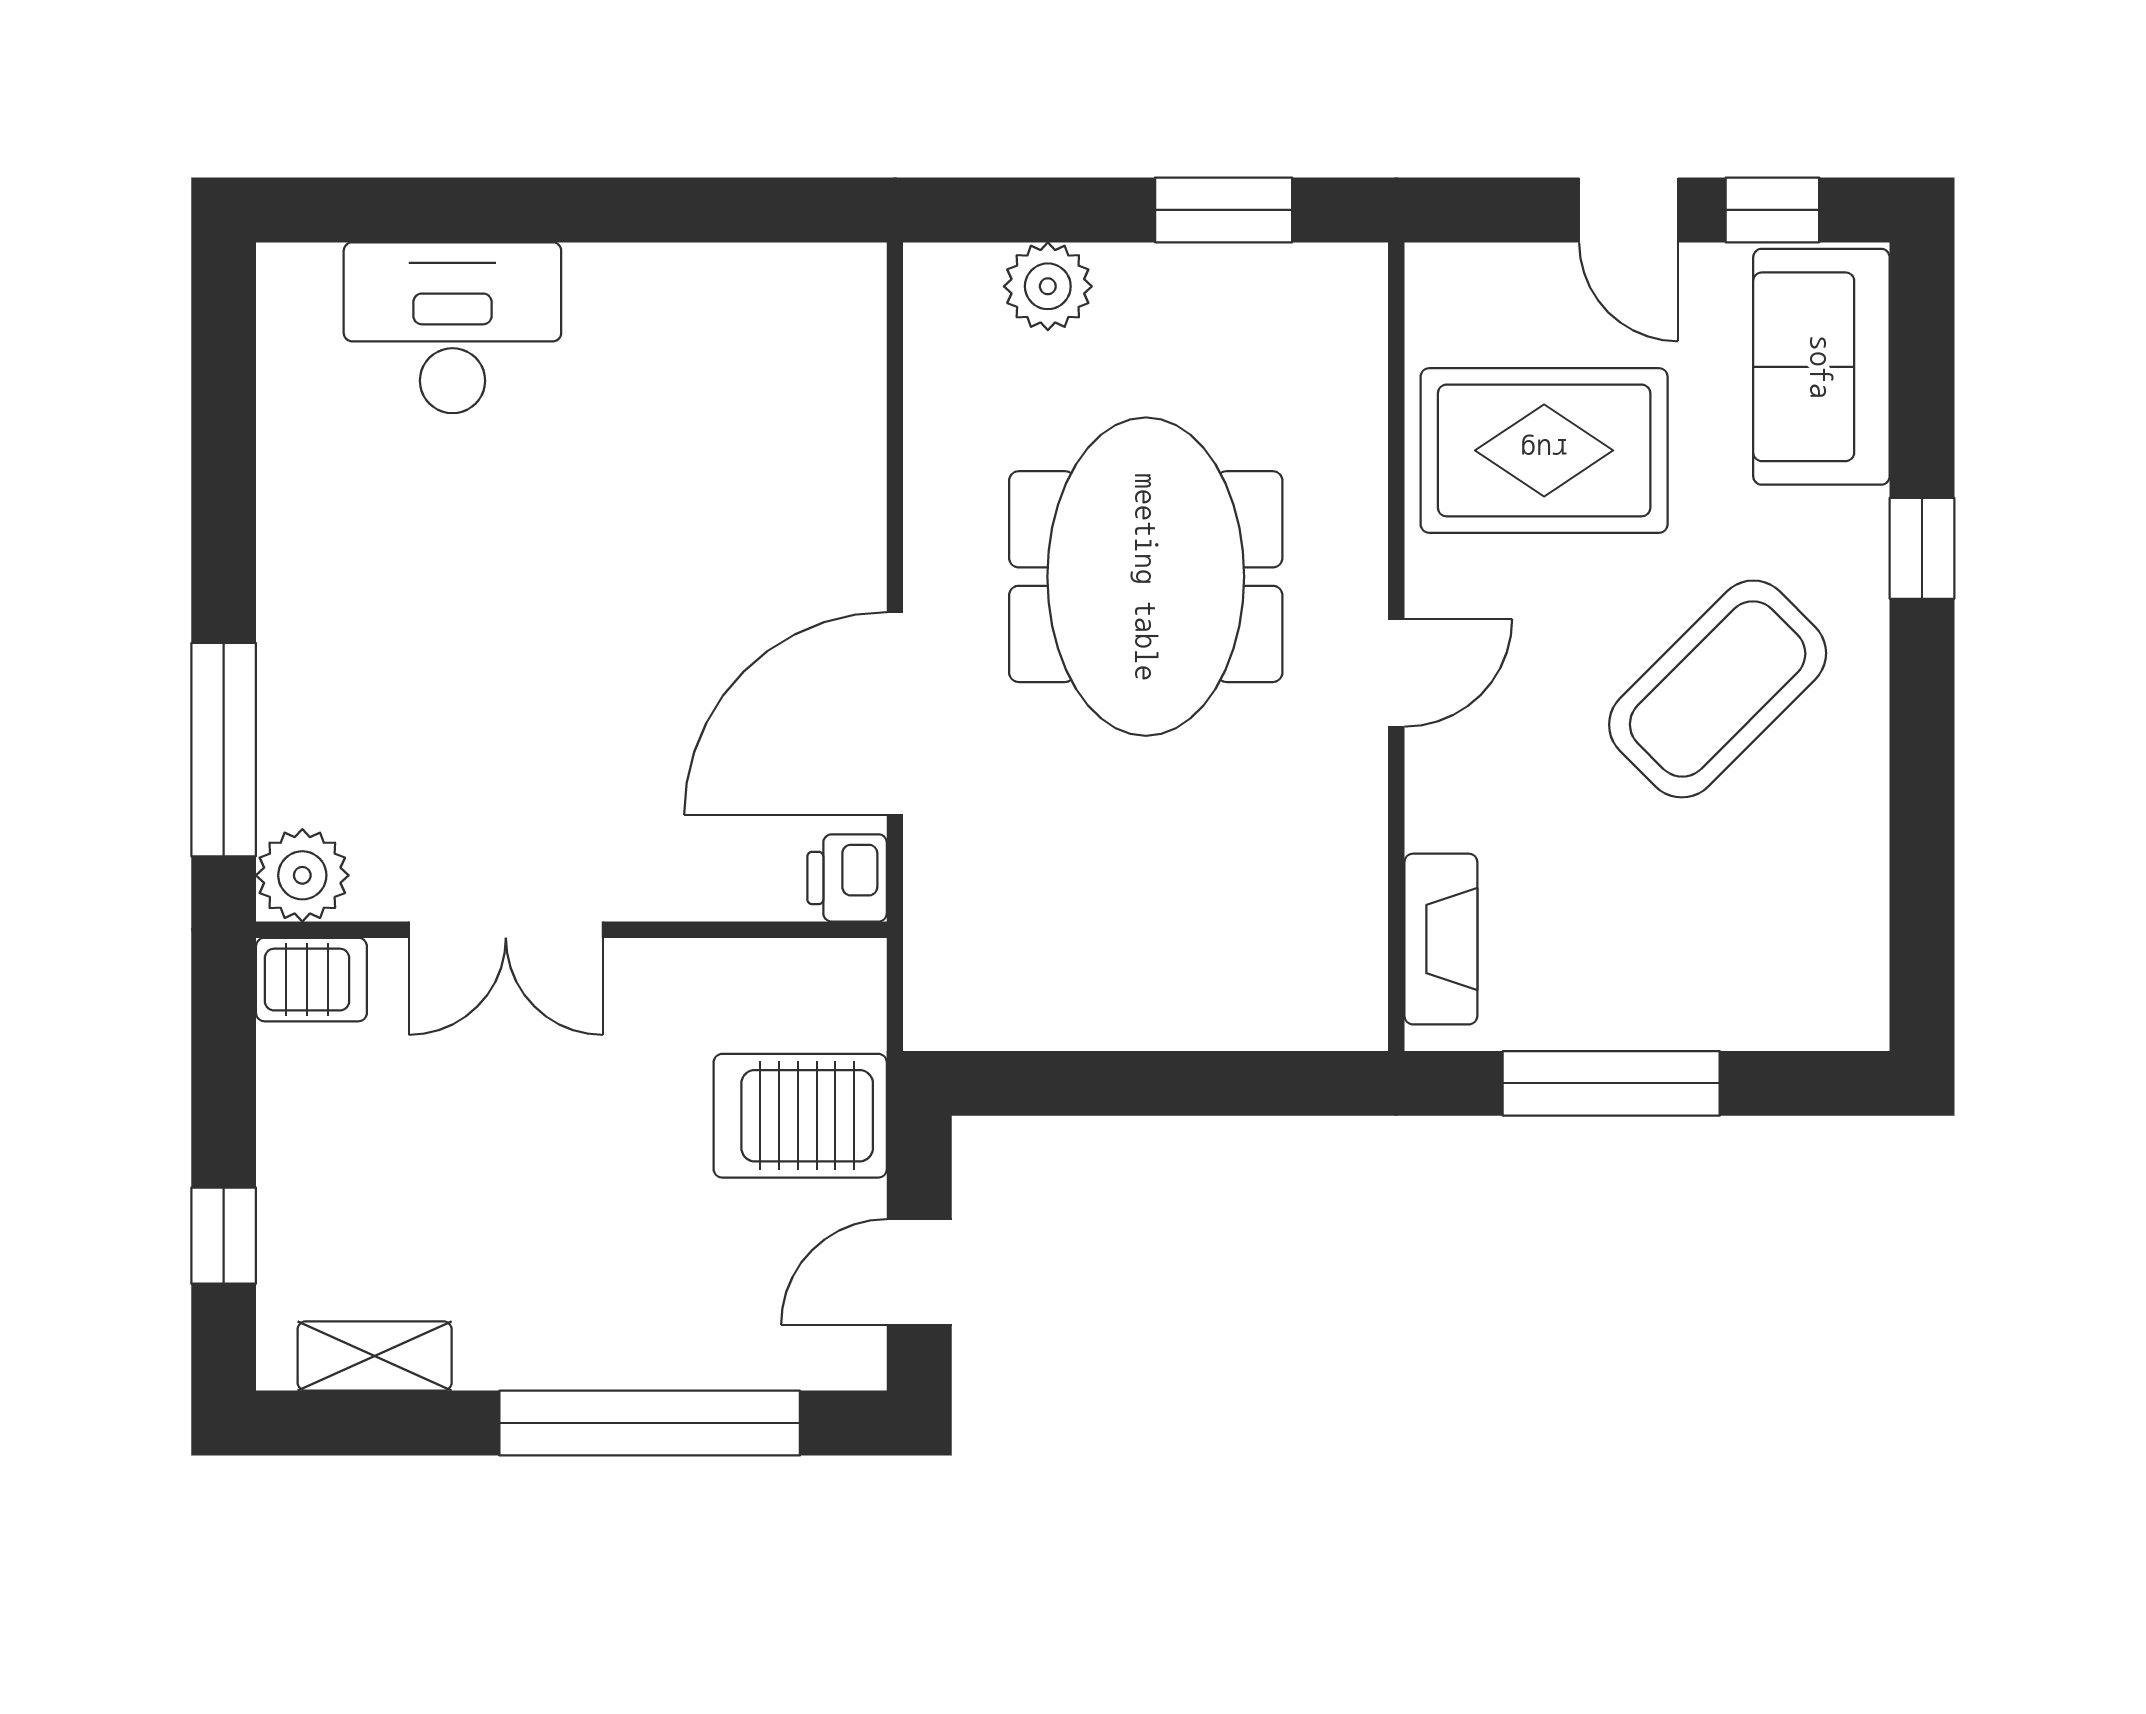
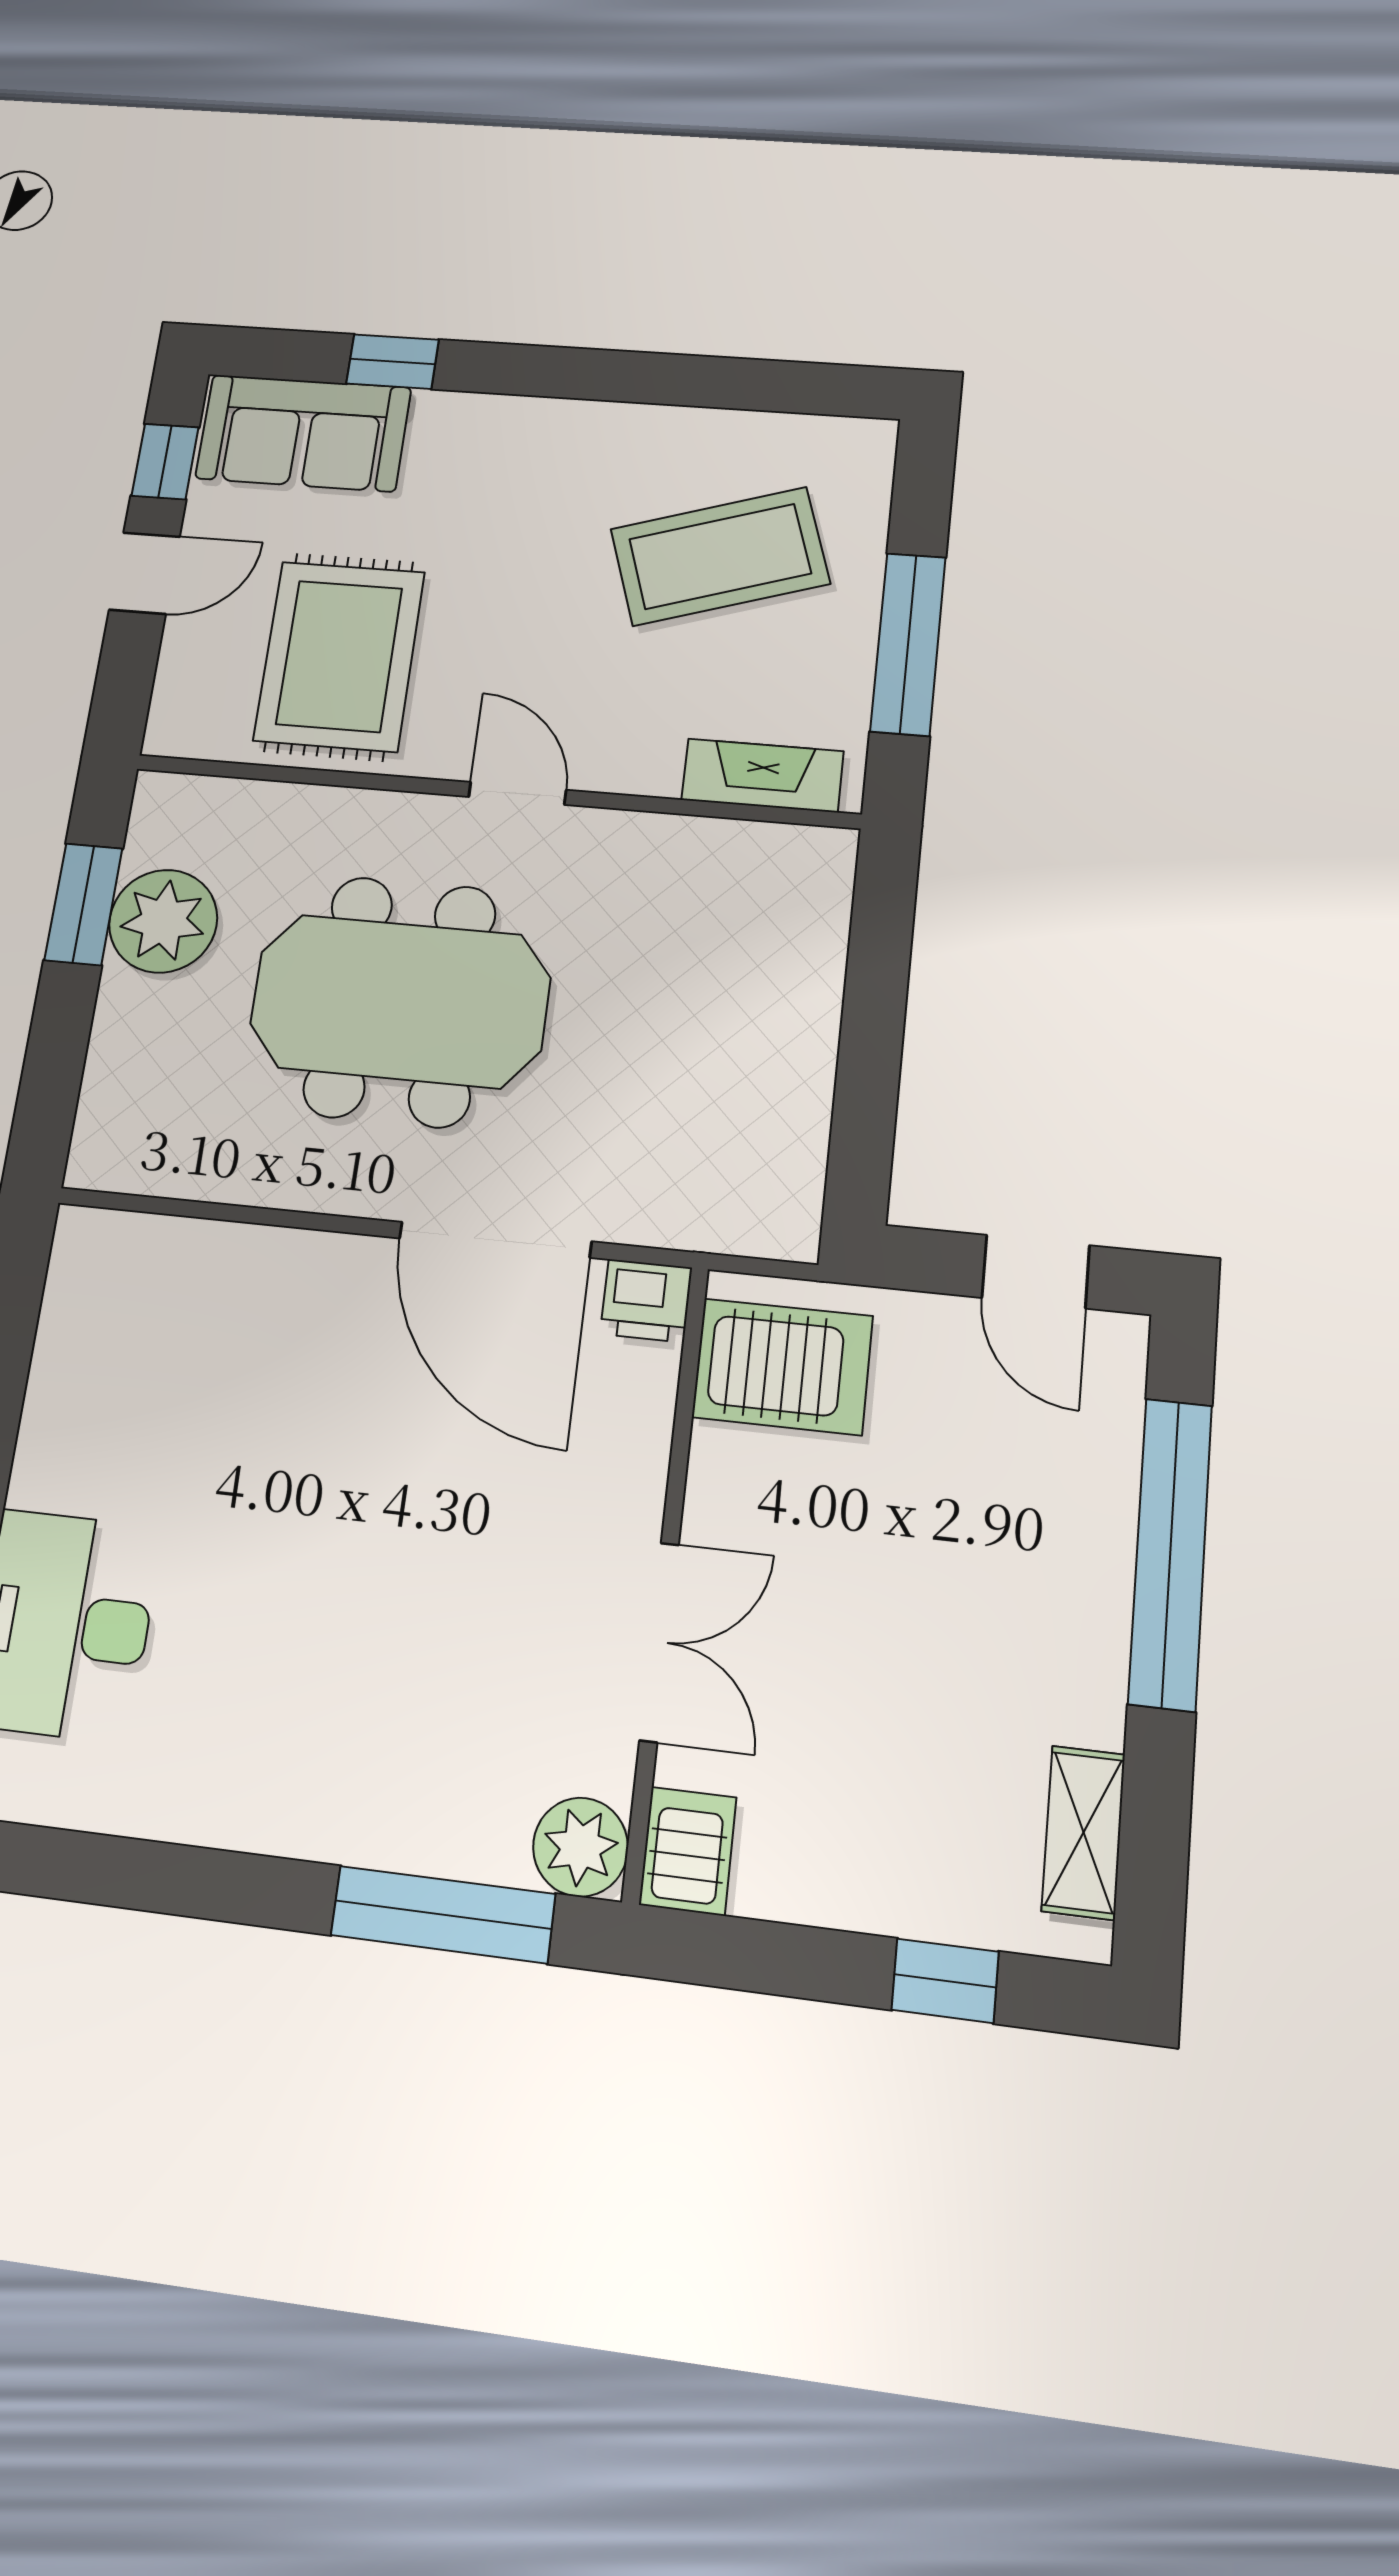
plant: (1048, 286) -> (163, 921), moved, width x1.36, depth x1.36
window: (1922, 548) -> (393, 362), moved
coffee table: (1718, 689) -> (720, 556), moved, turned -63
server rack: (800, 1116) -> (782, 1367), moved, turned -90

